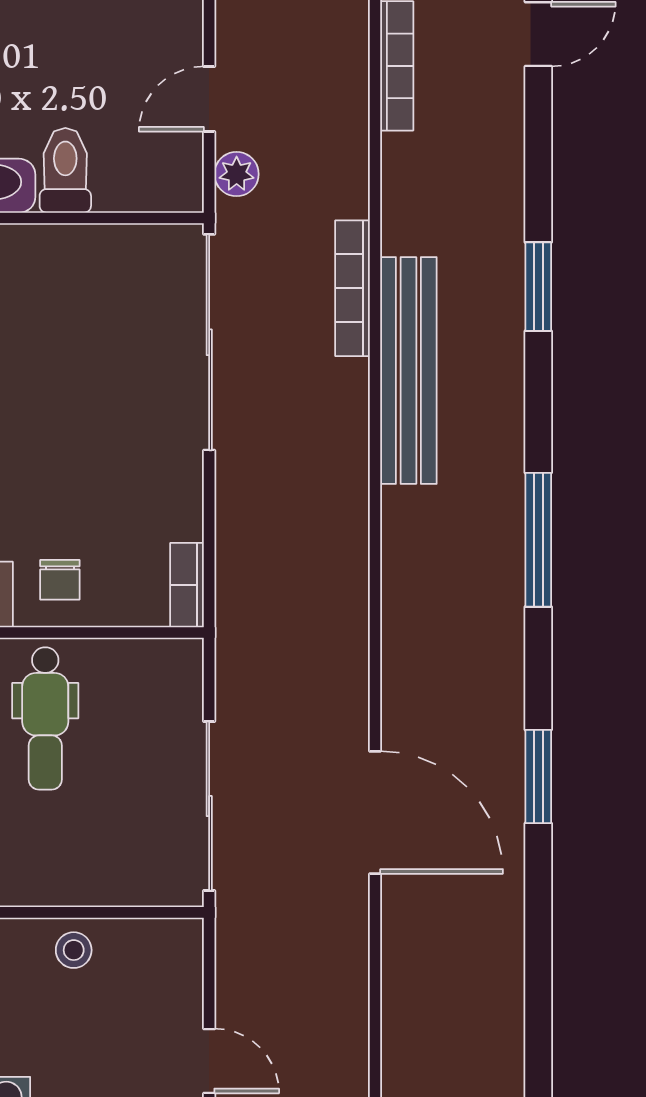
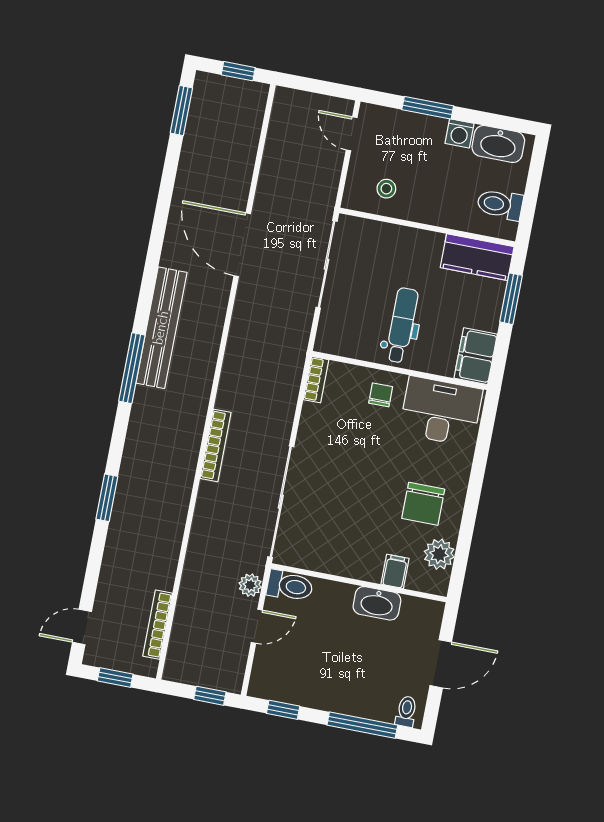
toilet: (65, 170) -> (290, 586), moved, turned -90
bookcase: (352, 288) -> (216, 445), moved
bench: (408, 371) -> (161, 328), moved
window: (538, 776) -> (181, 110), moved
stool: (74, 950) -> (386, 189), moved

